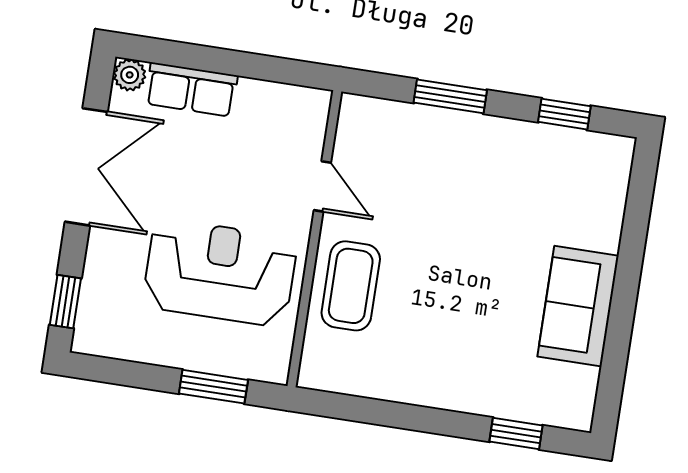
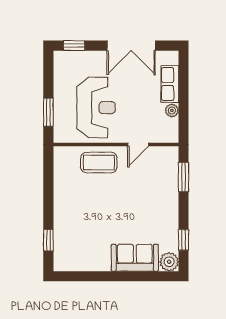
plant: (130, 75) -> (172, 110), moved
window: (450, 96) -> (184, 177), moved
plant: (611, 156) -> (169, 262), added
sofa: (578, 306) -> (135, 258), moved

